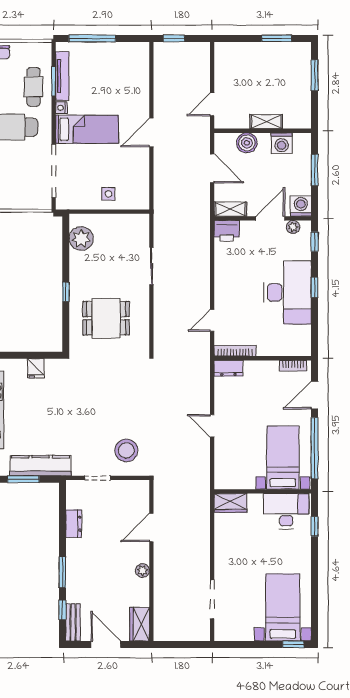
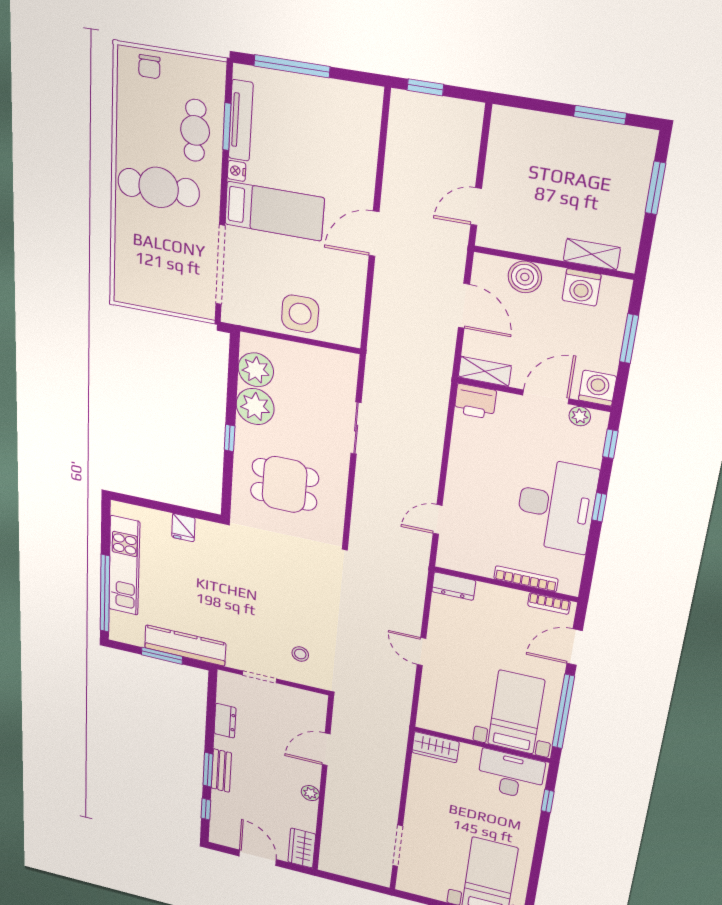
shelving: (266, 121) -> (592, 254), moved
side table: (108, 194) -> (300, 314), width x1.87, depth x1.87
plant: (82, 265) -> (255, 407), added
bookcase: (235, 351) -> (526, 579), moved
stool: (126, 450) -> (300, 654), width x0.53, depth x0.53
bench: (73, 622) -> (221, 771), moved

